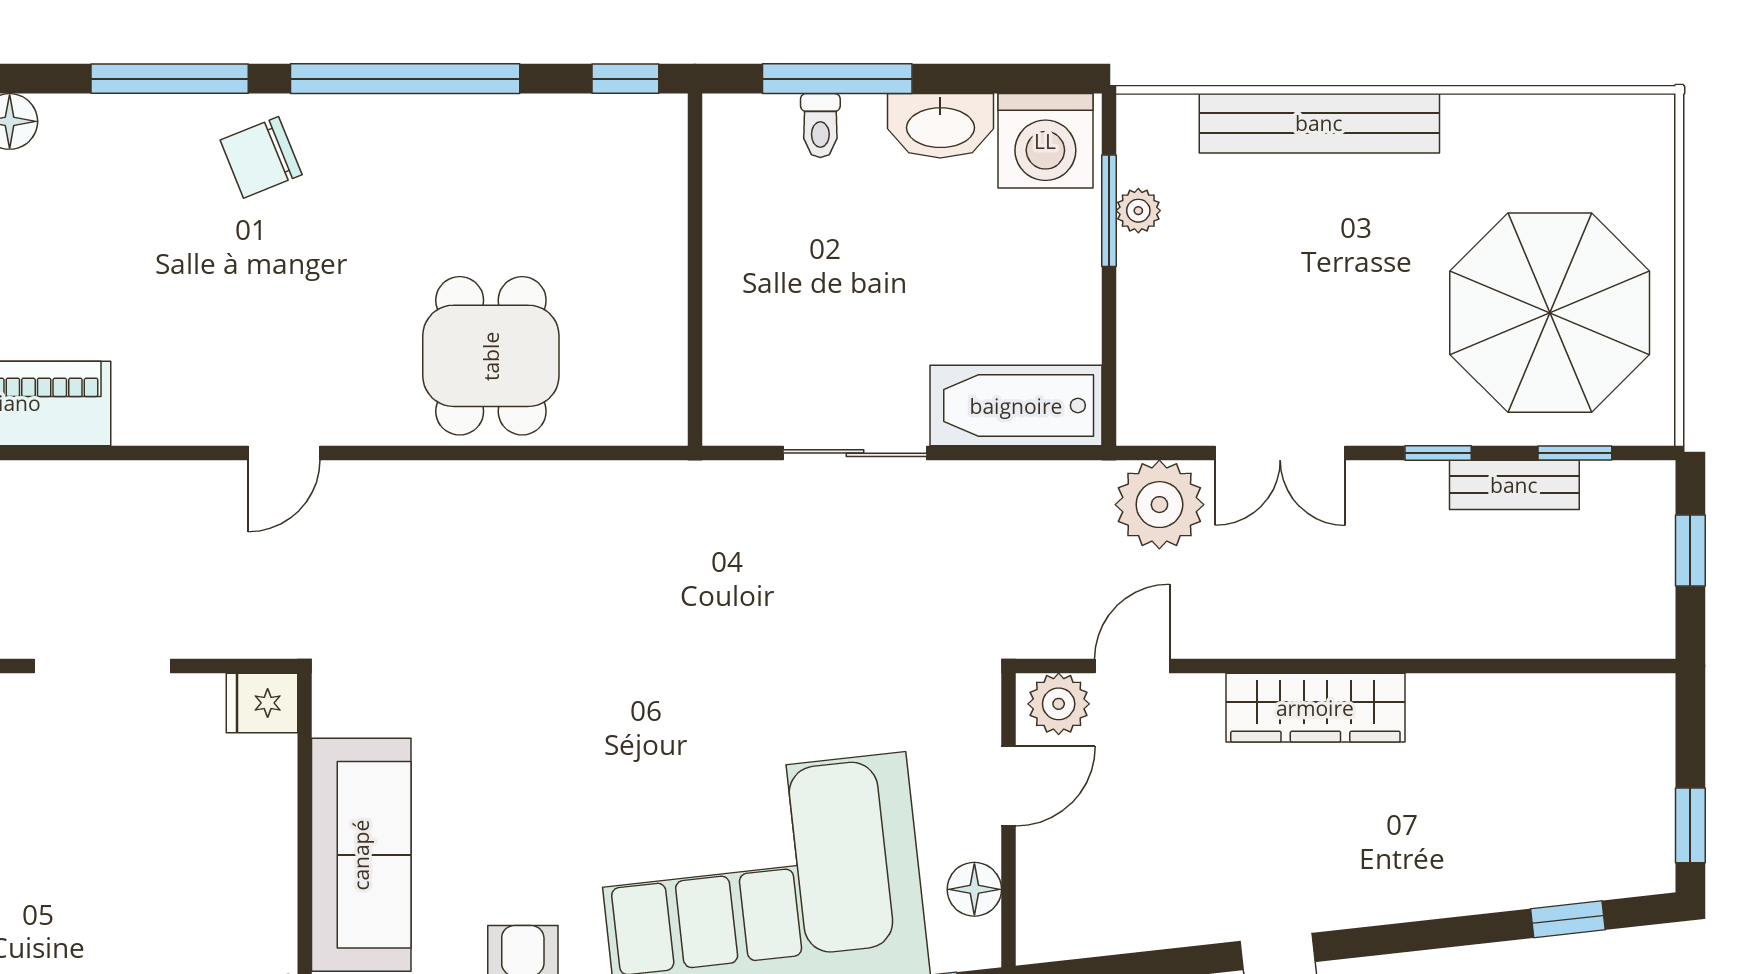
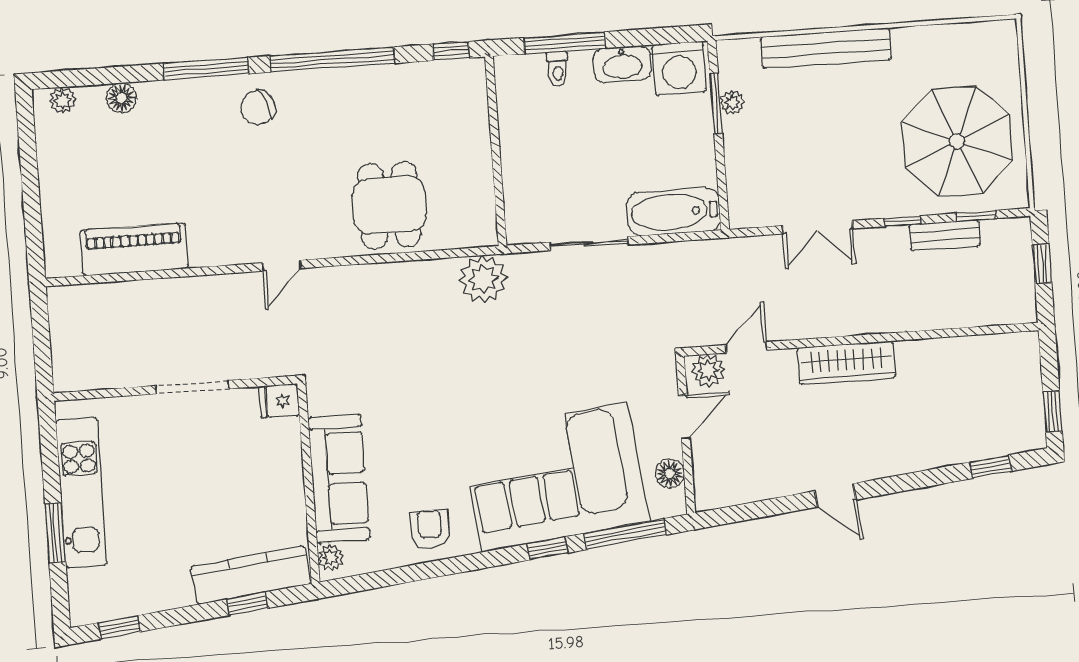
plant: (1159, 505) -> (483, 279), moved

